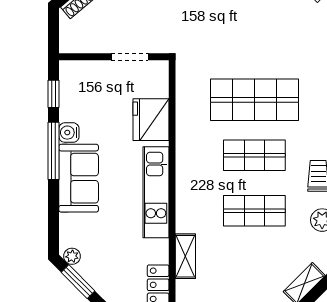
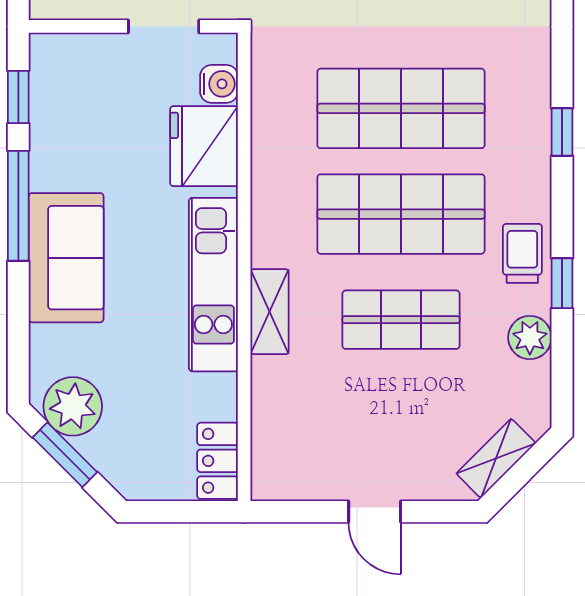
water cooler: (69, 133) -> (219, 84), moved, turned 180
shop shelf: (254, 155) -> (401, 214), width x1.43, depth x1.36
plant: (72, 256) -> (73, 406), width x1.88, depth x1.88
shelving: (185, 256) -> (270, 312), moved

